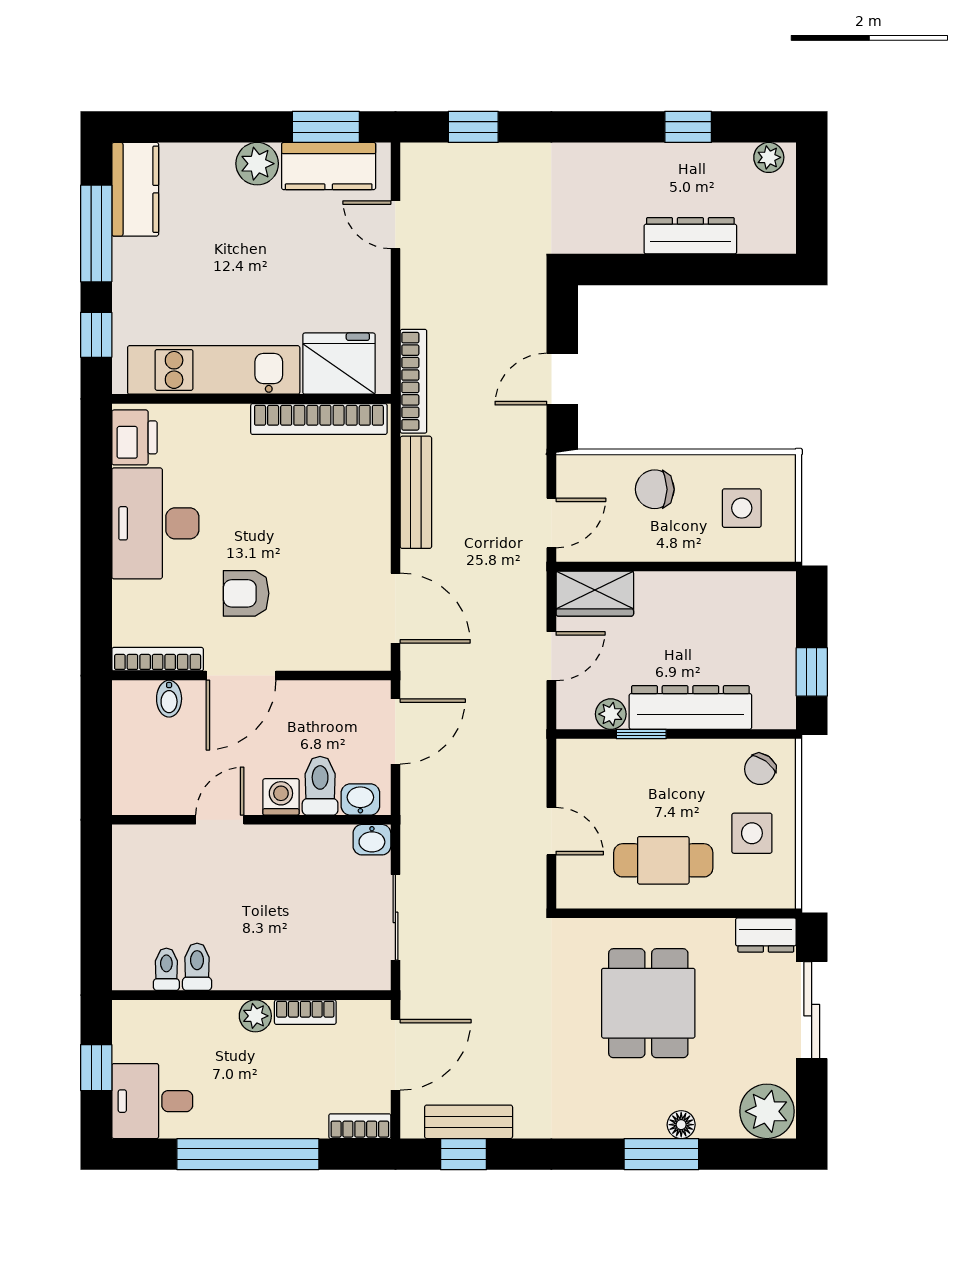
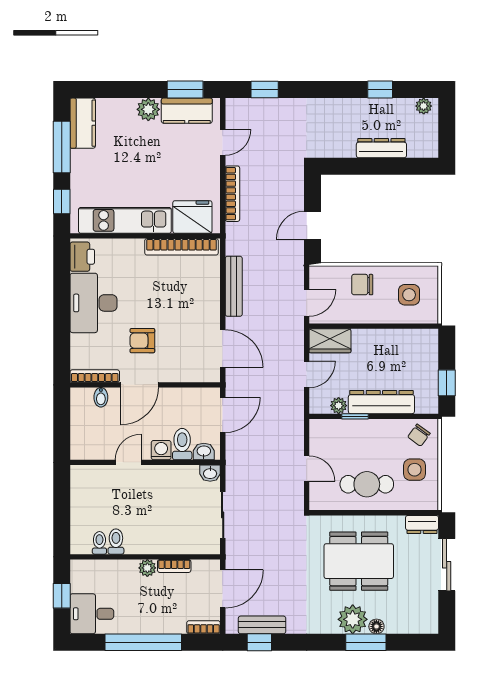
door: (395, 225) -> (223, 142), swing flipped
bookcase: (413, 381) -> (232, 194), moved
dining table: (648, 1003) -> (359, 561), width x1.38
plant: (767, 1111) -> (353, 619), moved

